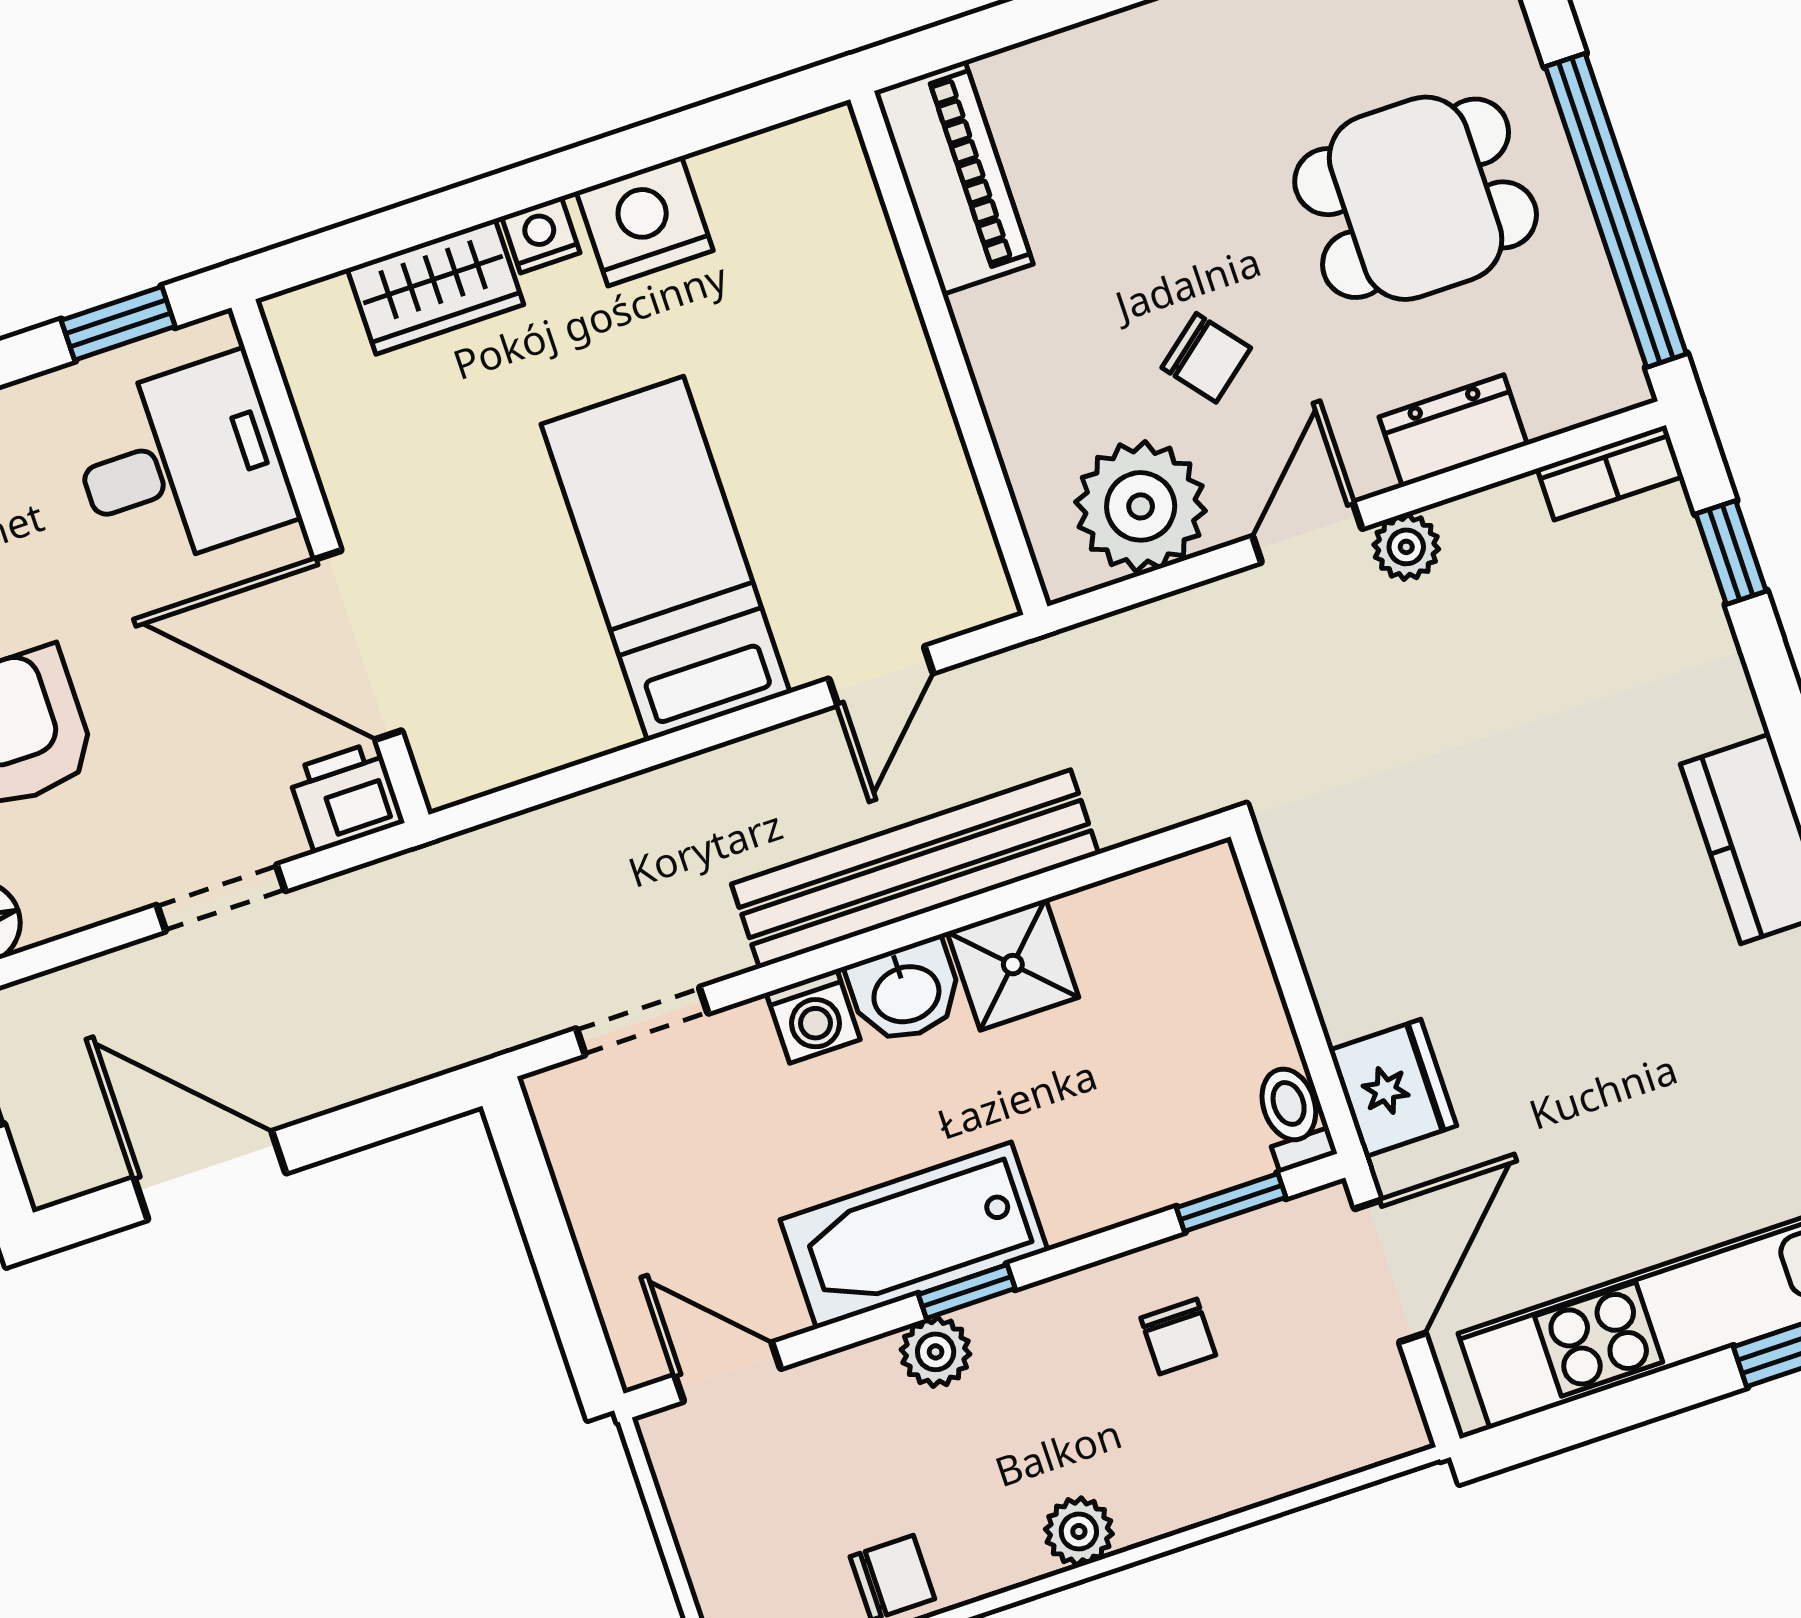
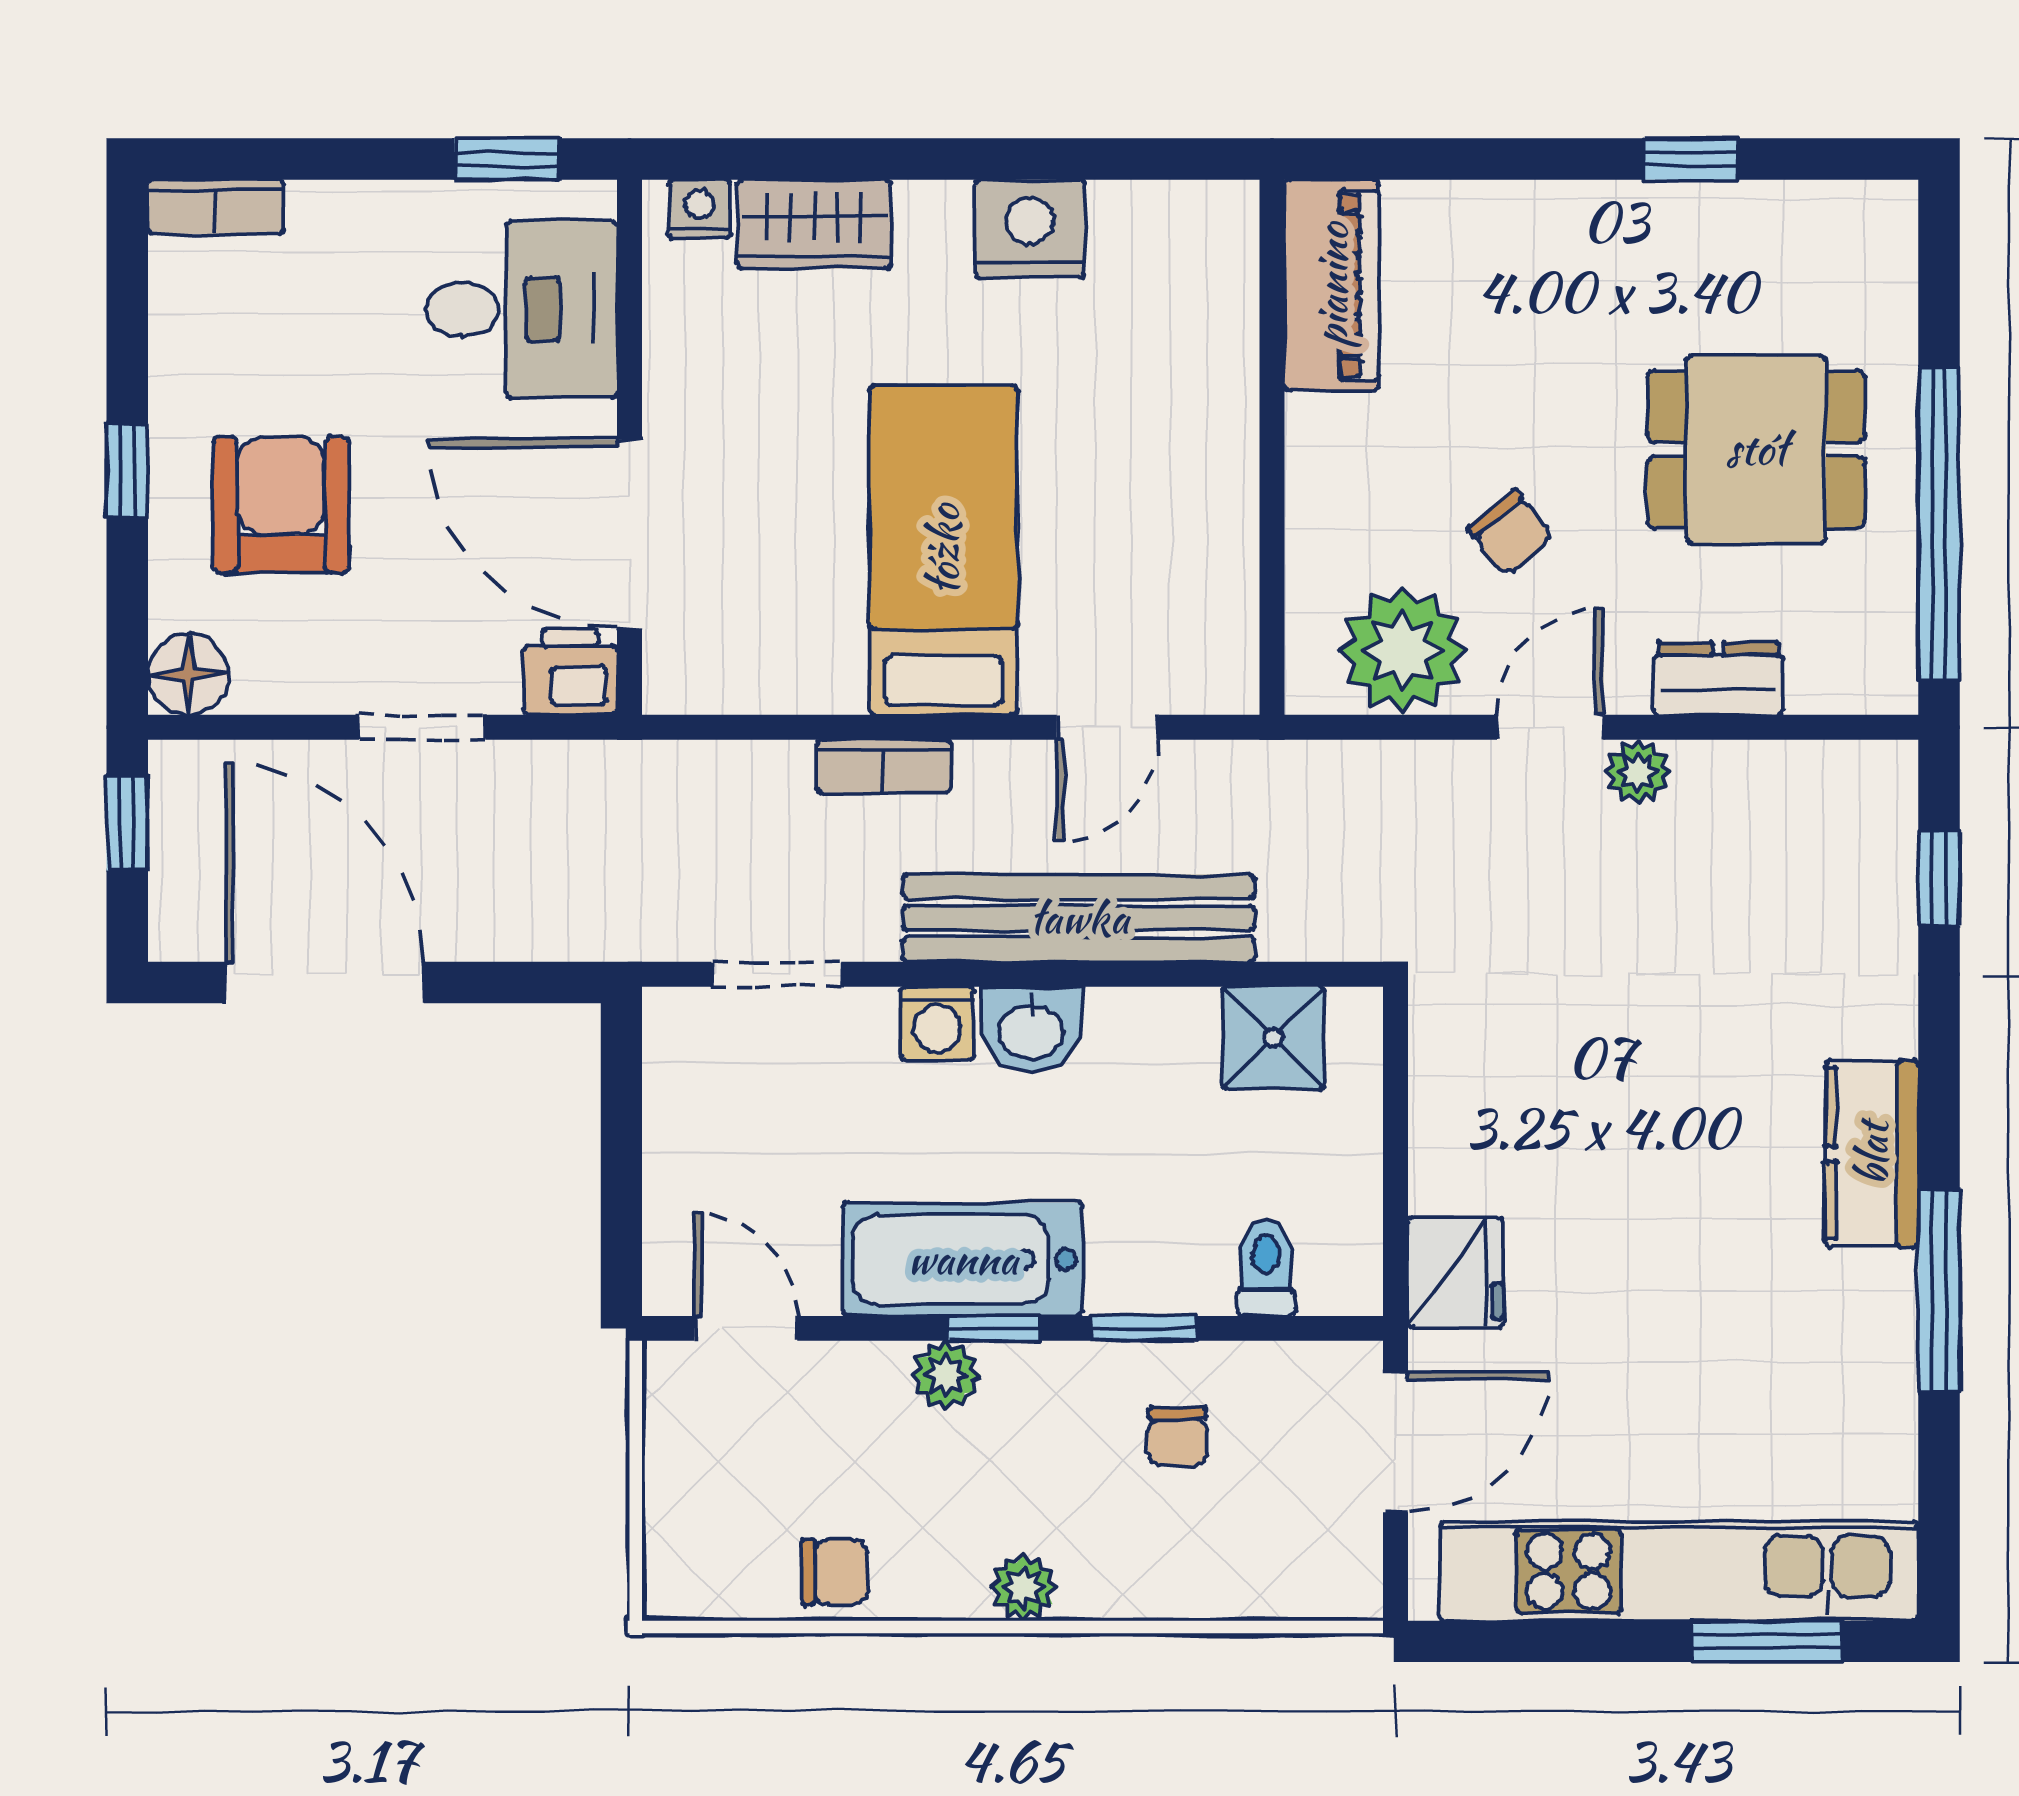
nightstand: (541, 235) -> (699, 209), moved
bookcase: (1610, 472) -> (884, 766), moved
shower: (1013, 965) -> (1273, 1038), moved
toilet: (1293, 1117) -> (1266, 1268), moved
door: (210, 1175) -> (325, 982), width x1.36
window: (1231, 1203) -> (1144, 1328), moved

